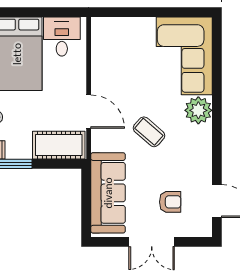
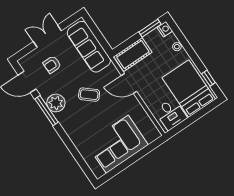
corner sofa: (184, 56) -> (117, 144), moved, turned -90
plant: (198, 110) -> (56, 103), moved
window: (217, 148) -> (46, 111), added

